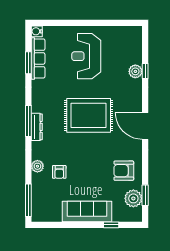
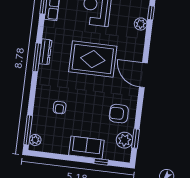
window: (145, 71) -> (151, 13), moved
dresser: (37, 127) -> (45, 52), moved
plant: (37, 166) -> (35, 140), moved
sofa: (87, 211) -> (86, 148), width x0.73

